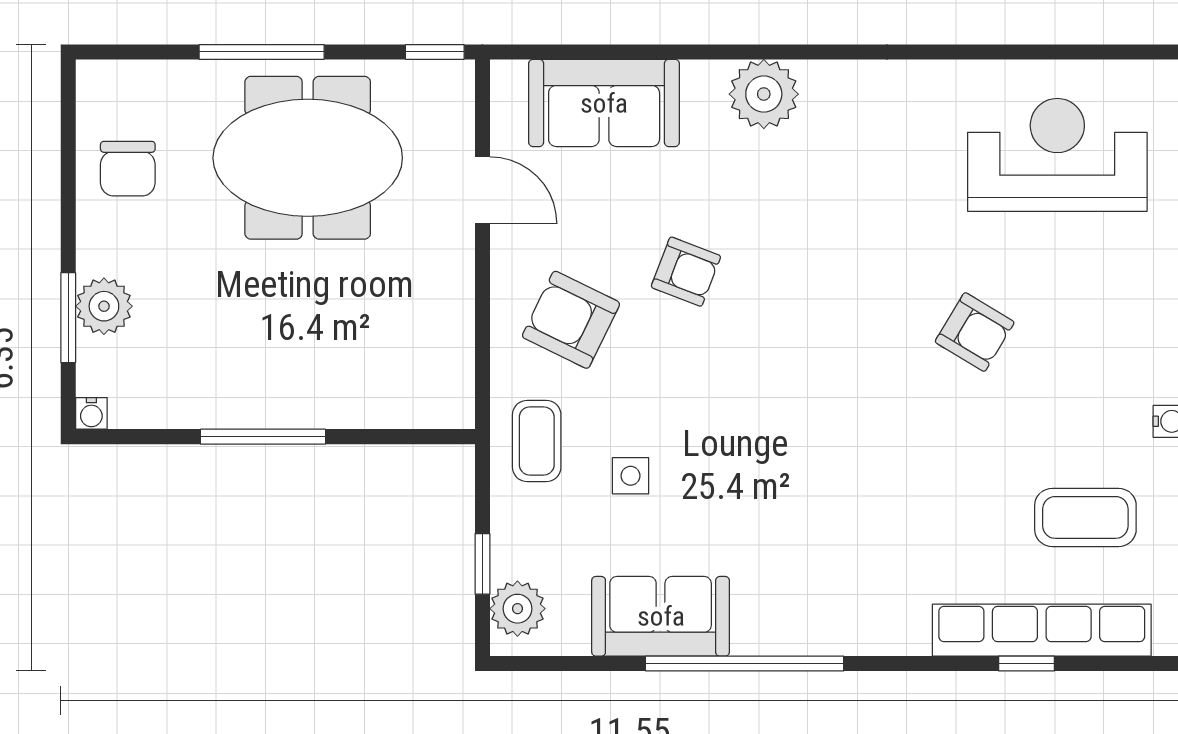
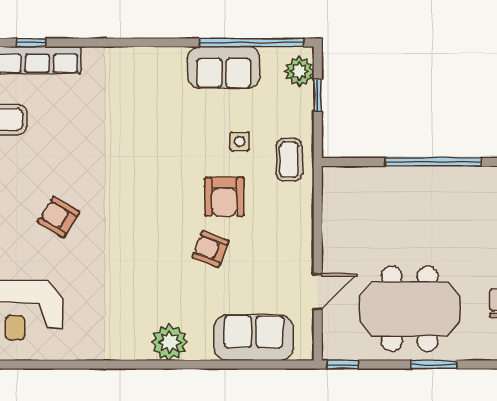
window: (262, 52) -> (434, 365), width x0.69
door: (482, 190) -> (318, 292), swing flipped
armchair: (571, 320) -> (224, 197), moved, turned 64
window: (263, 437) -> (433, 162), width x1.46
window: (745, 664) -> (252, 43), moved

